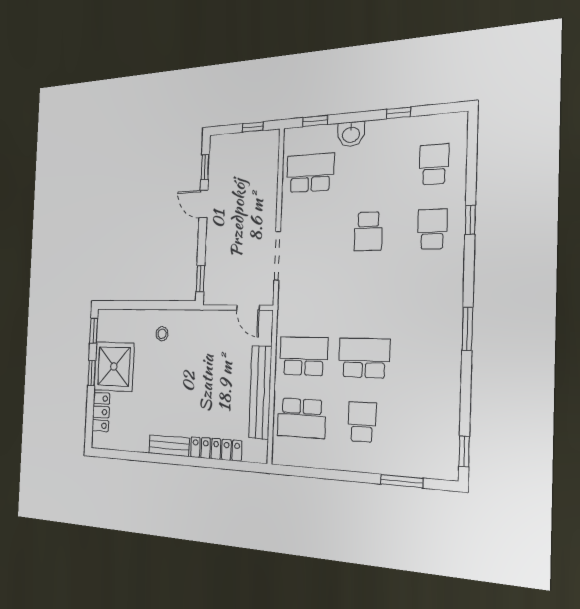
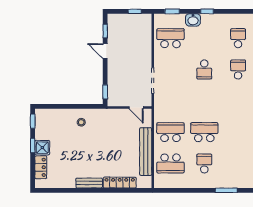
window: (398, 113) -> (207, 11), moved
shower: (114, 366) -> (42, 148), width x0.54, depth x0.54

